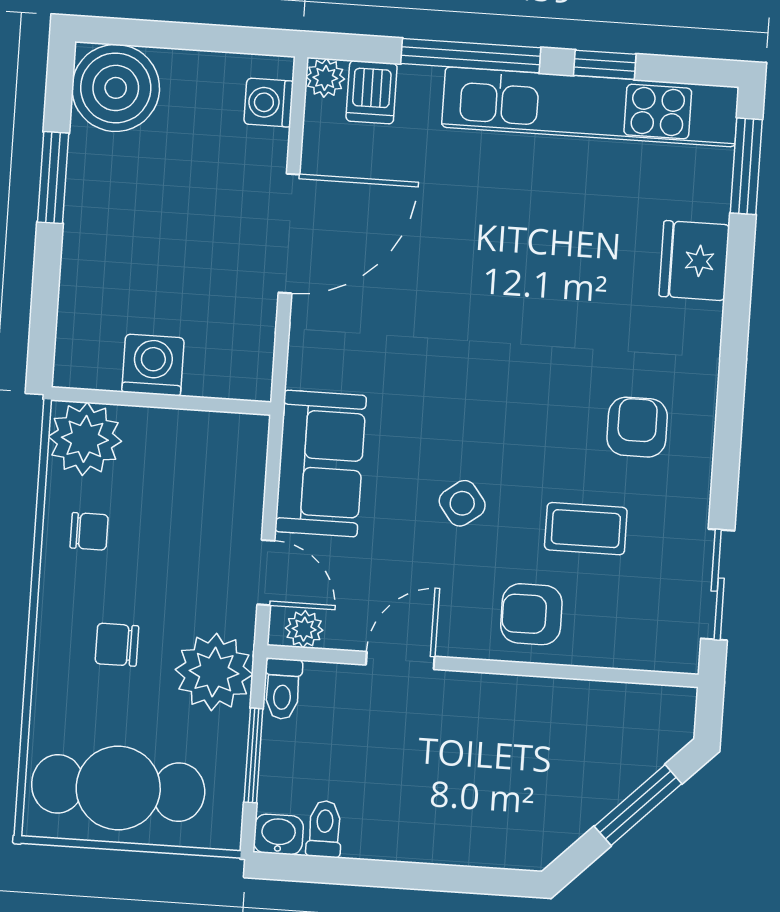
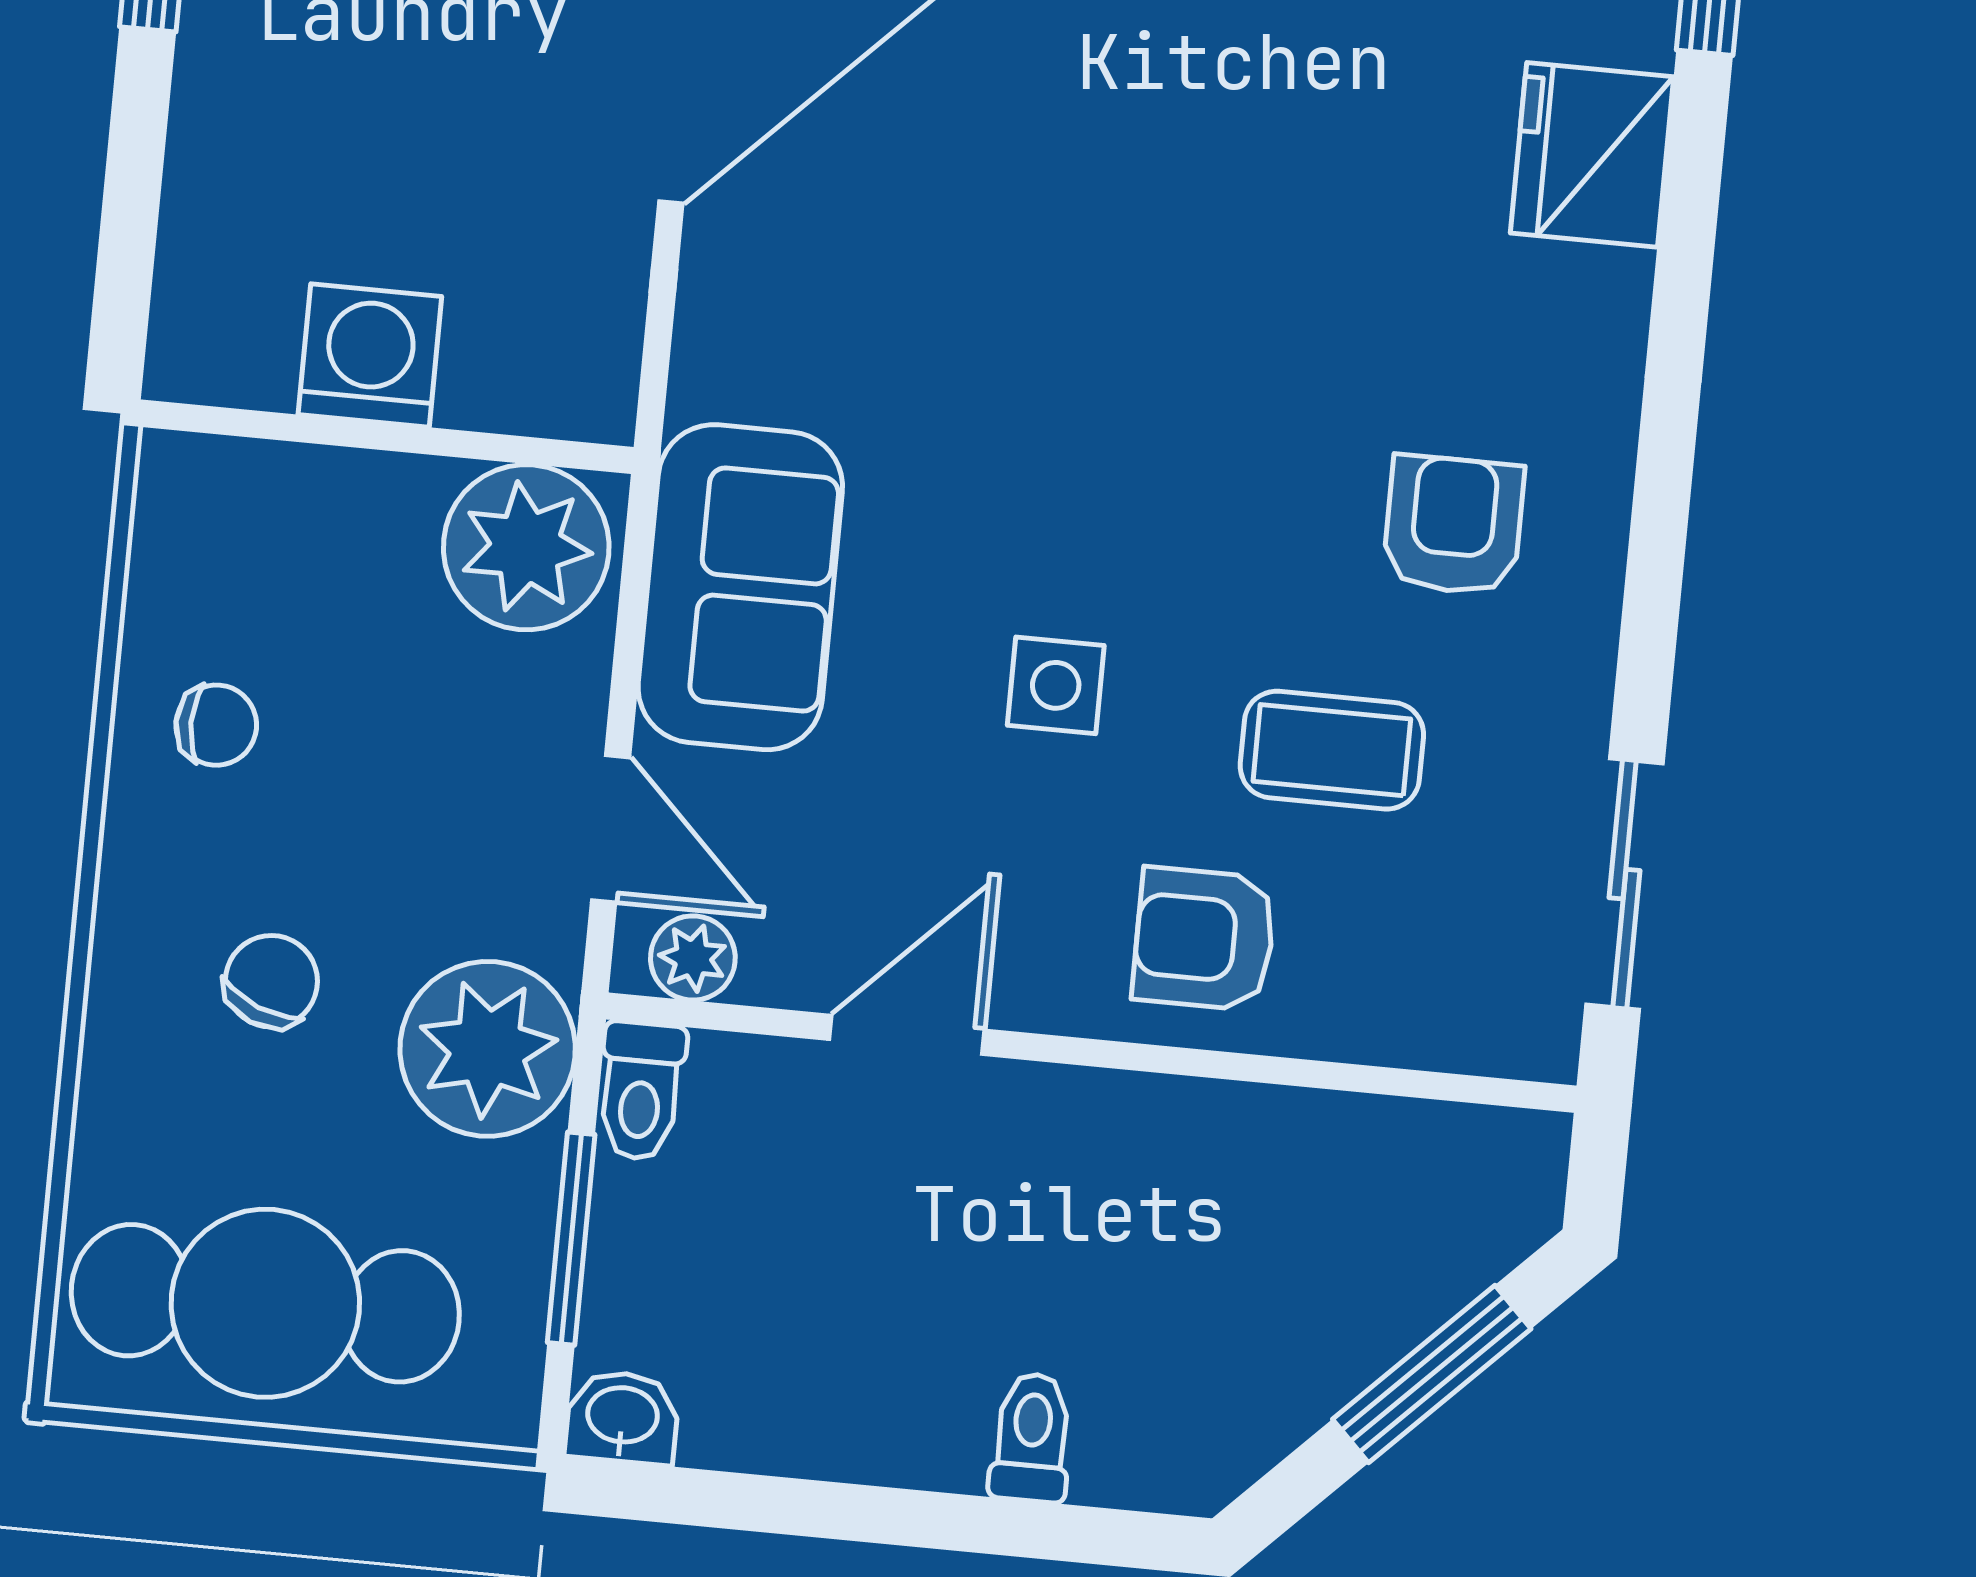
plant: (85, 439) -> (526, 547), moved
side table: (462, 503) -> (1056, 685), turned 37
chair: (117, 645) -> (271, 981), turned 112
toilet: (324, 829) -> (1032, 1438), moved

